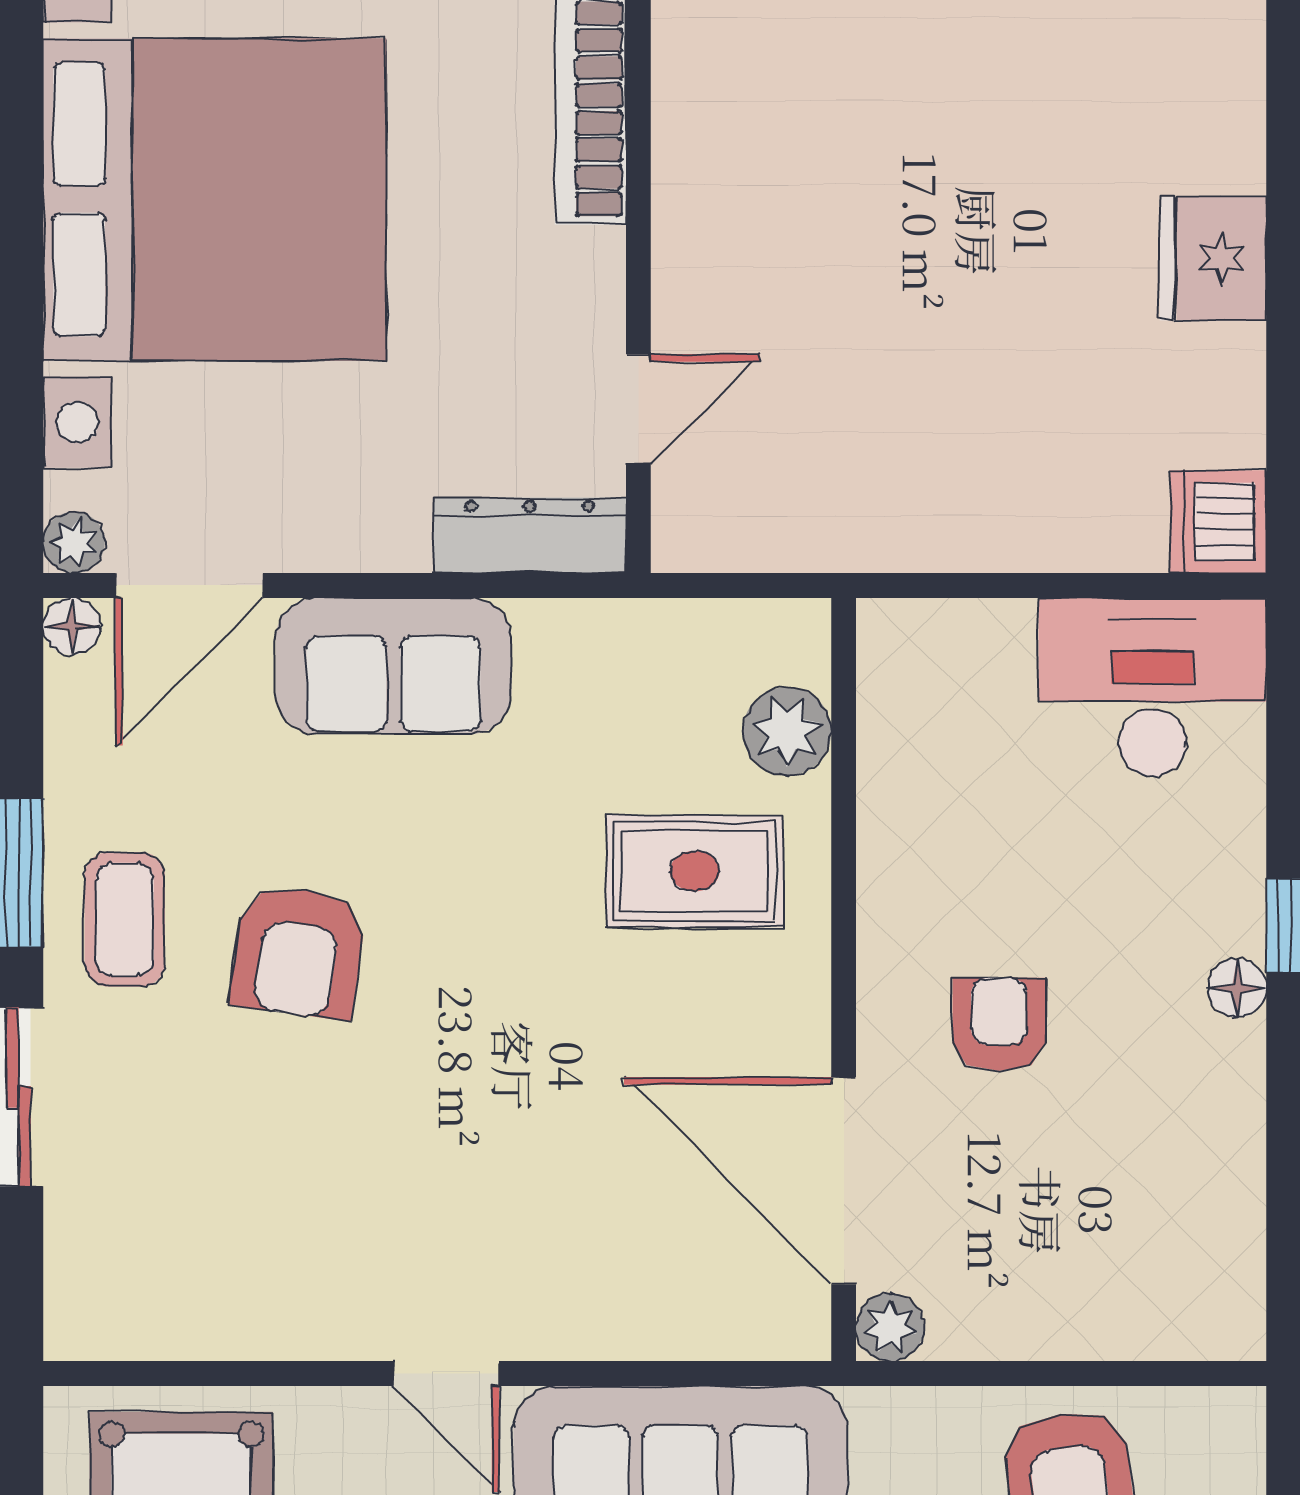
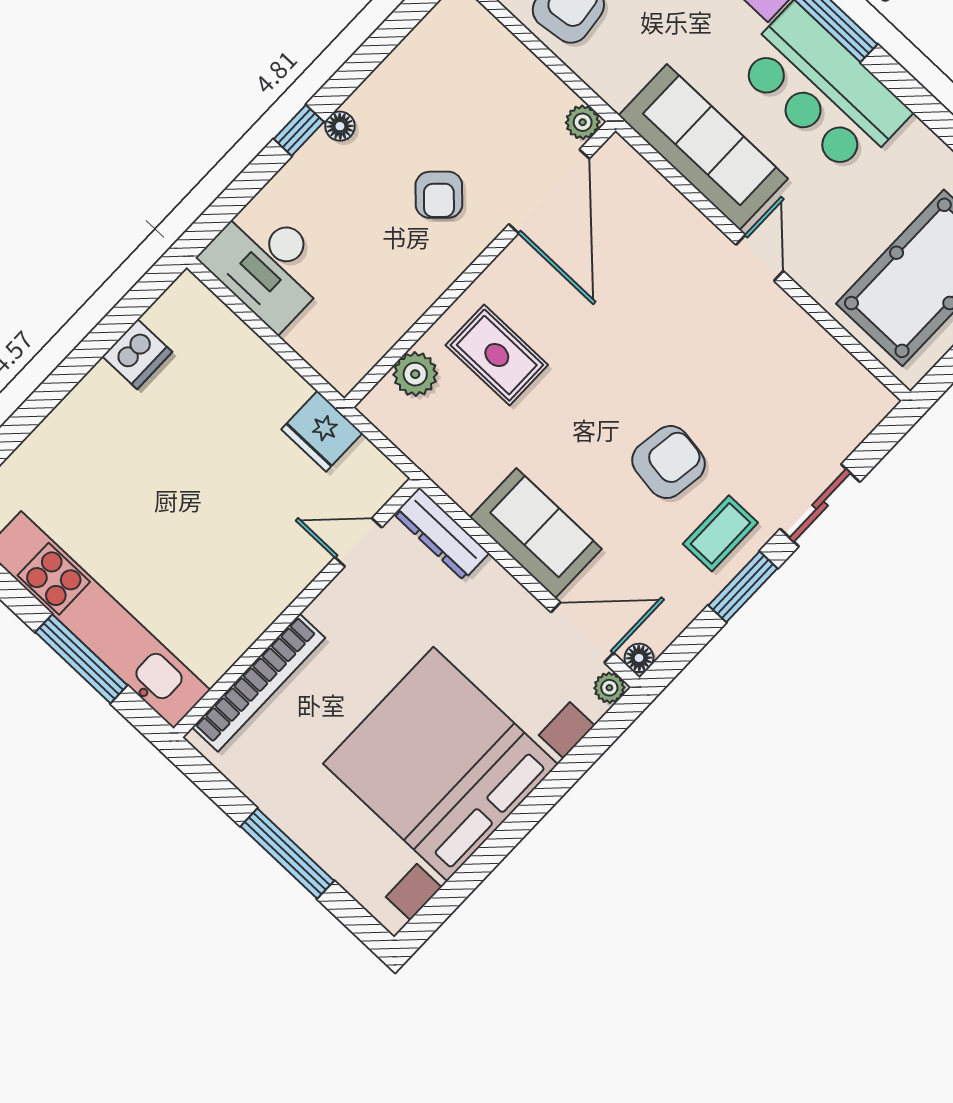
fridge: (1213, 259) -> (322, 431), moved, turned 90
dishwasher: (1218, 522) -> (137, 354), moved
armchair: (999, 1024) -> (439, 195), turned -44

